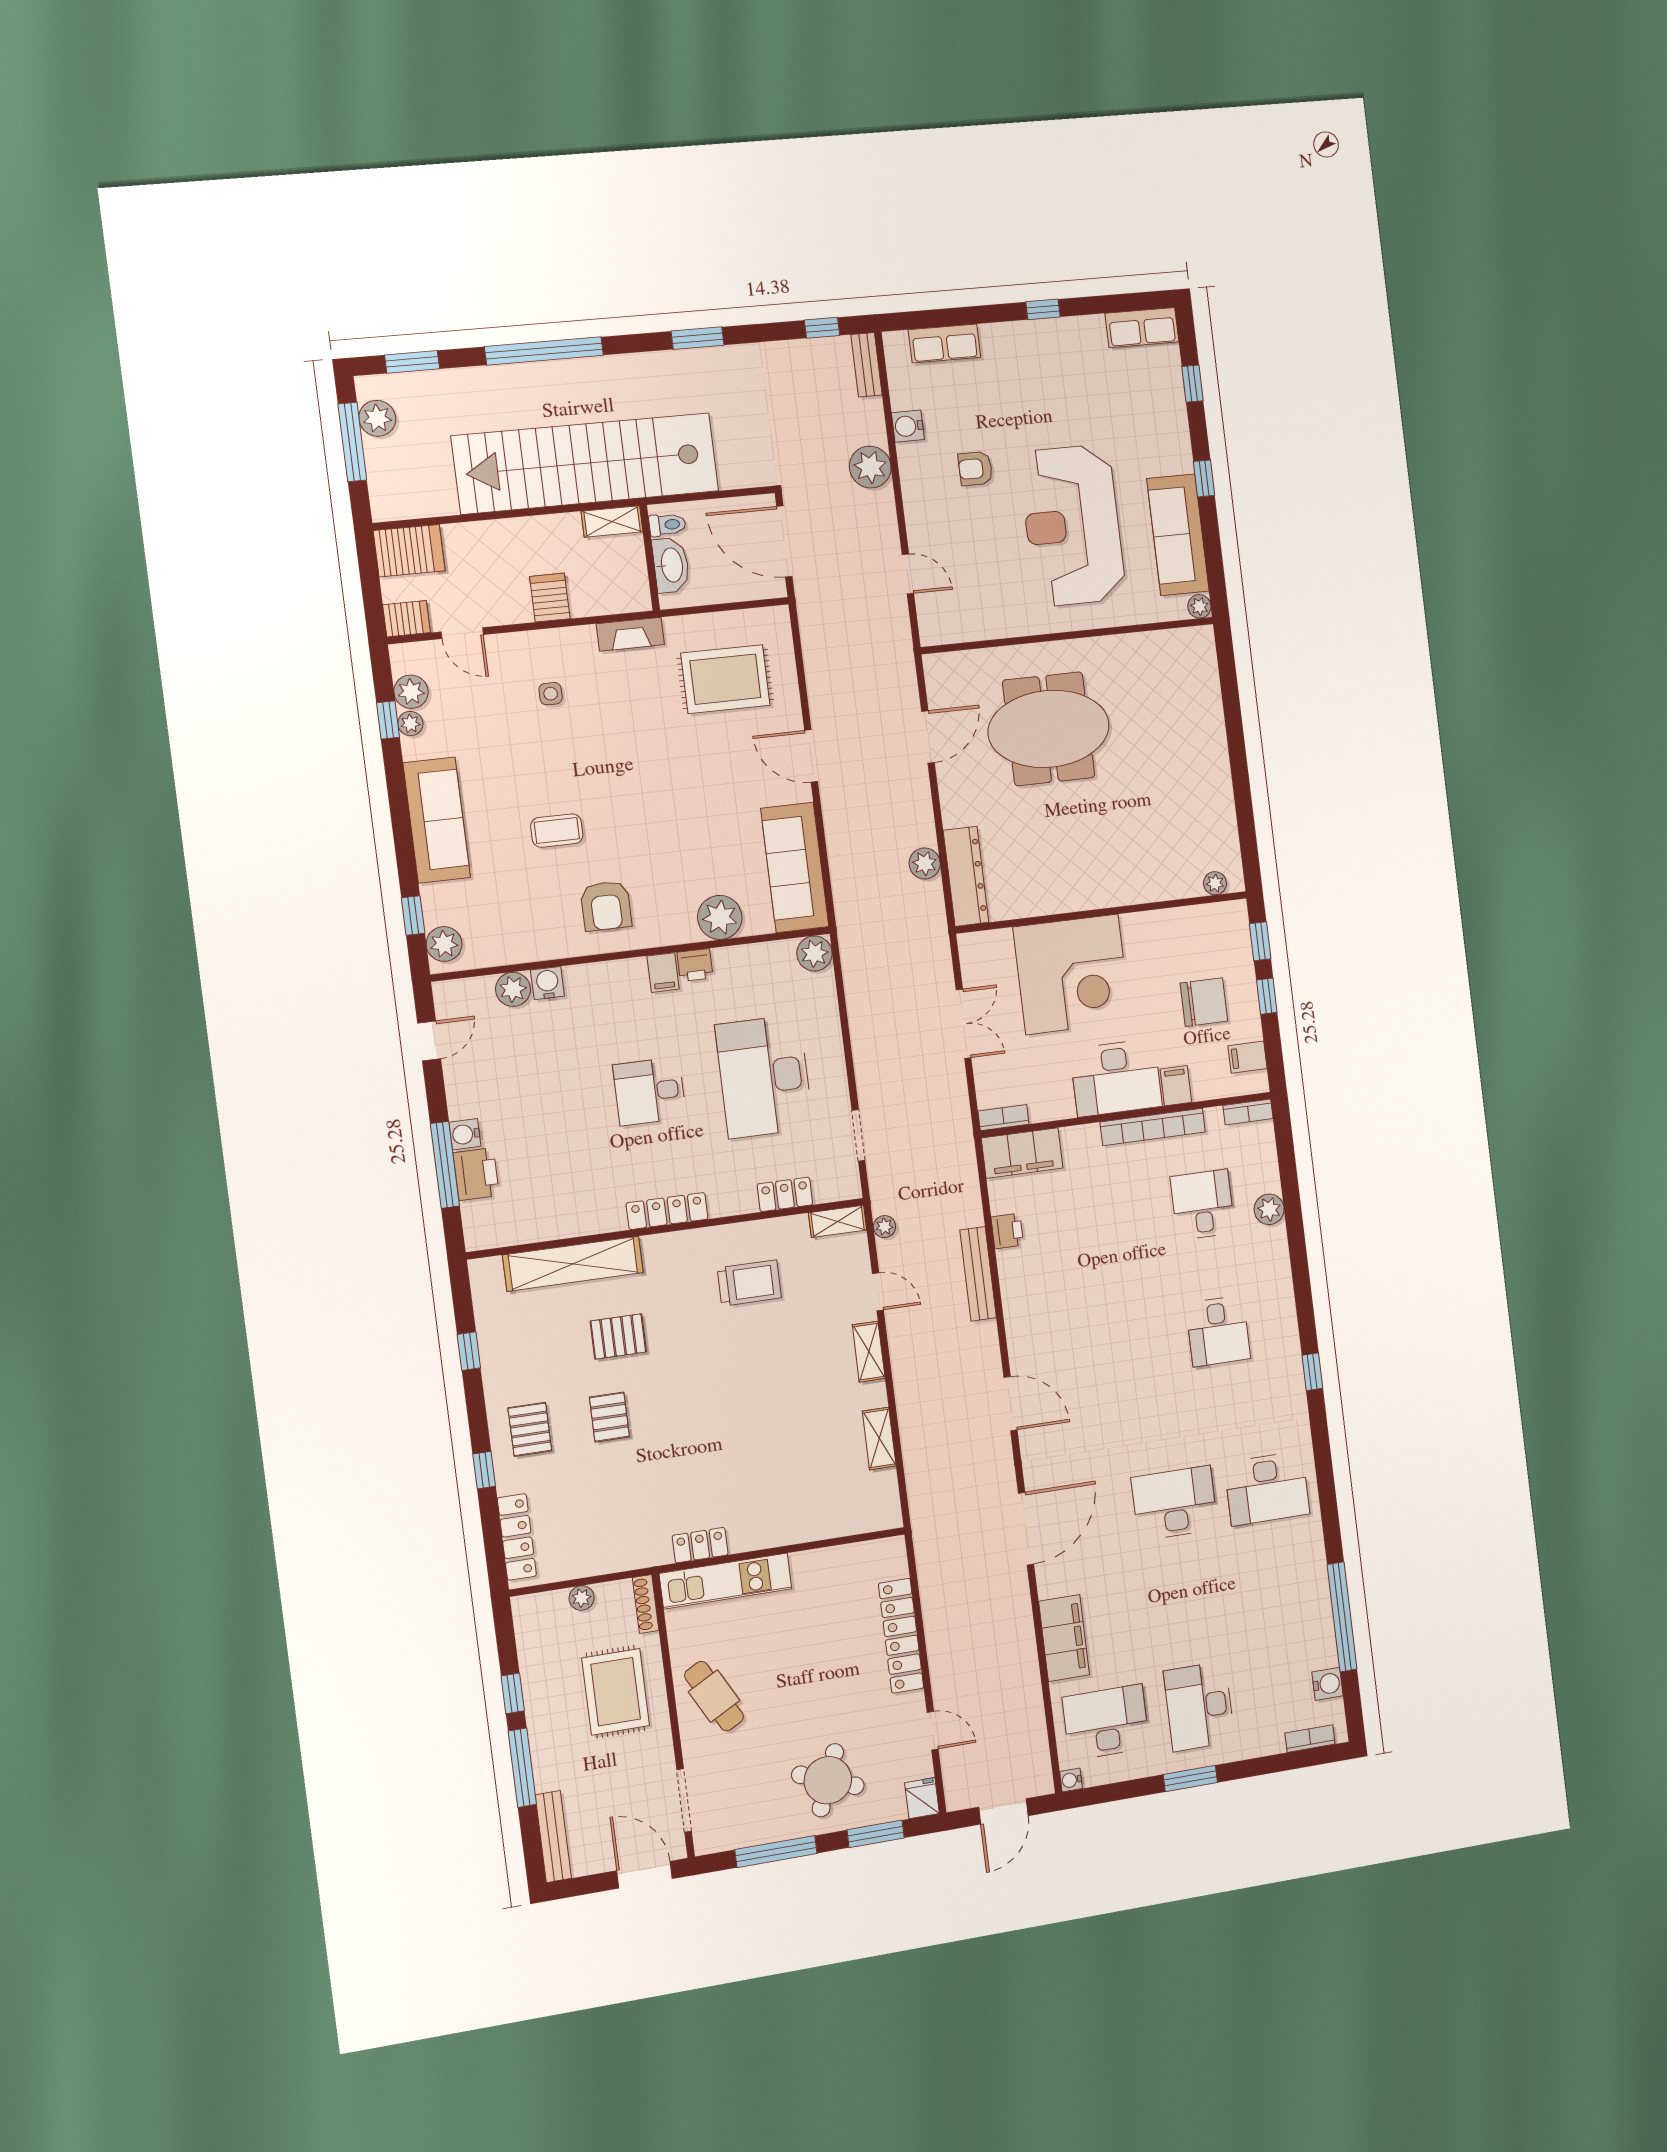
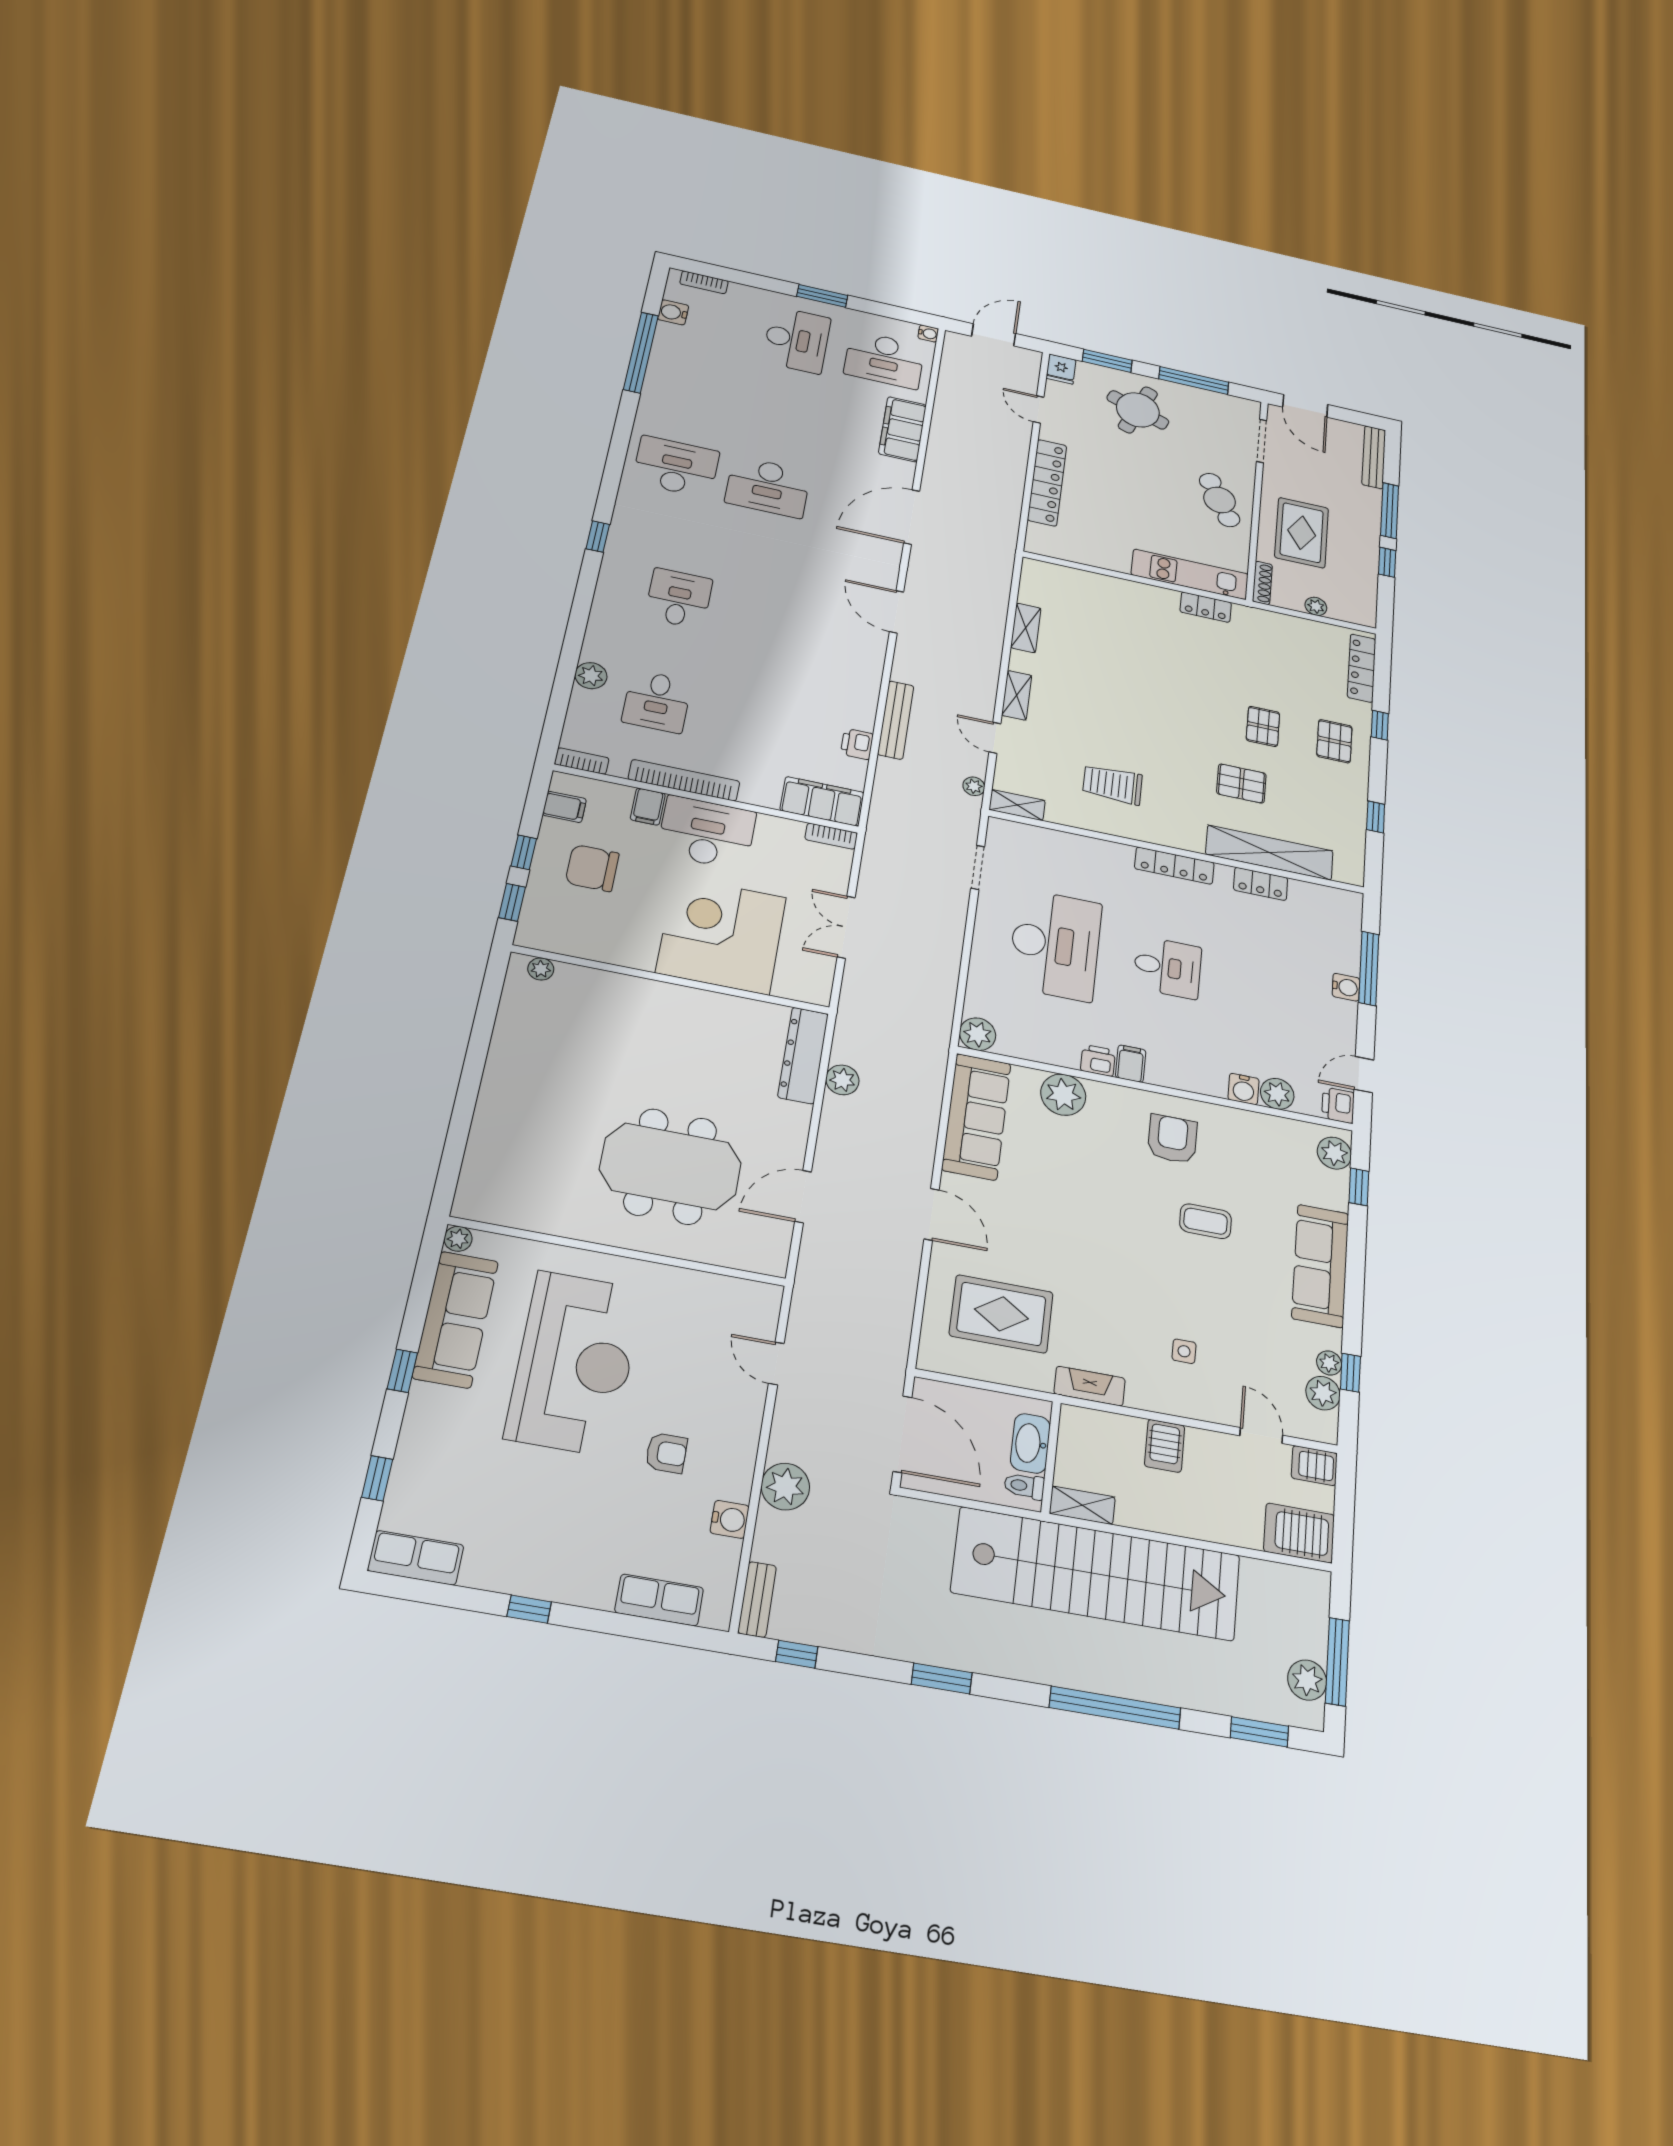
printer: (476, 1174) -> (1338, 1105), moved, width x0.73, depth x0.81
locker: (785, 1194) -> (1261, 884), moved

